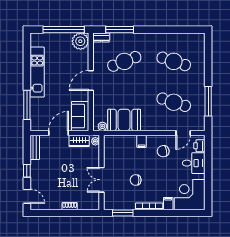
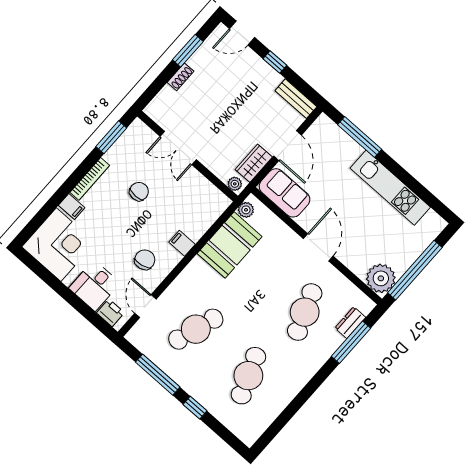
dresser: (101, 37) -> (350, 323), moved
cafe table: (174, 61) -> (248, 376), turned -39
window: (208, 72) -> (195, 408), added
double door: (102, 180) -> (178, 148), swing flipped
window: (55, 213) -> (188, 51), added

